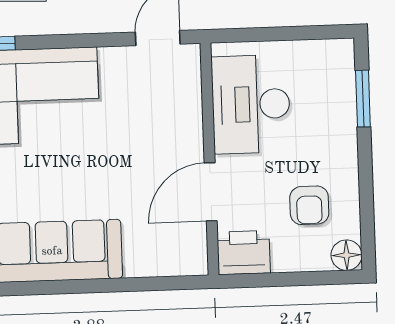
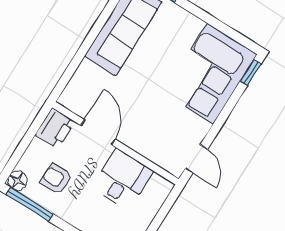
desk: (251, 104) -> (122, 180), width x0.73
window: (367, 218) -> (29, 204), added

